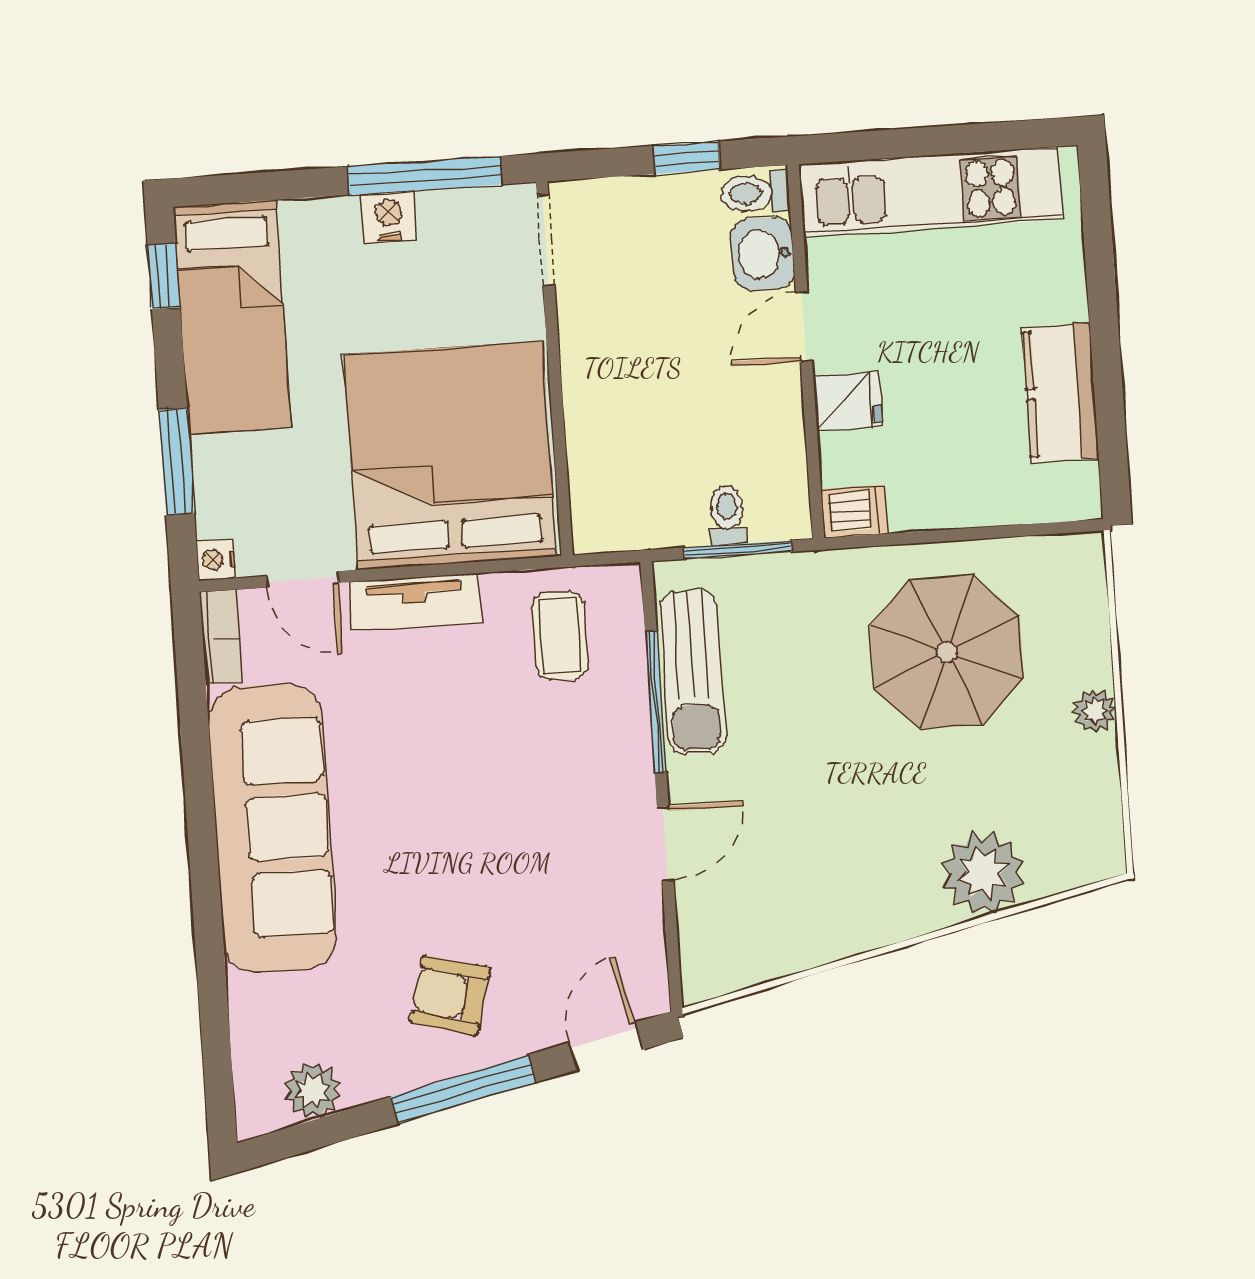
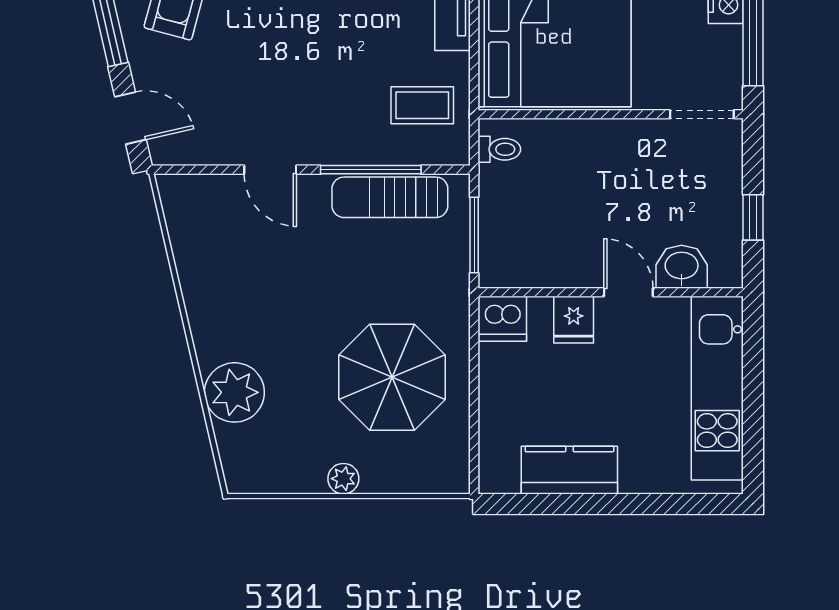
toilet: (755, 193) -> (725, 264), removed
dishwasher: (854, 511) -> (502, 319), width x1.38
toilet: (727, 515) -> (499, 149), moved

